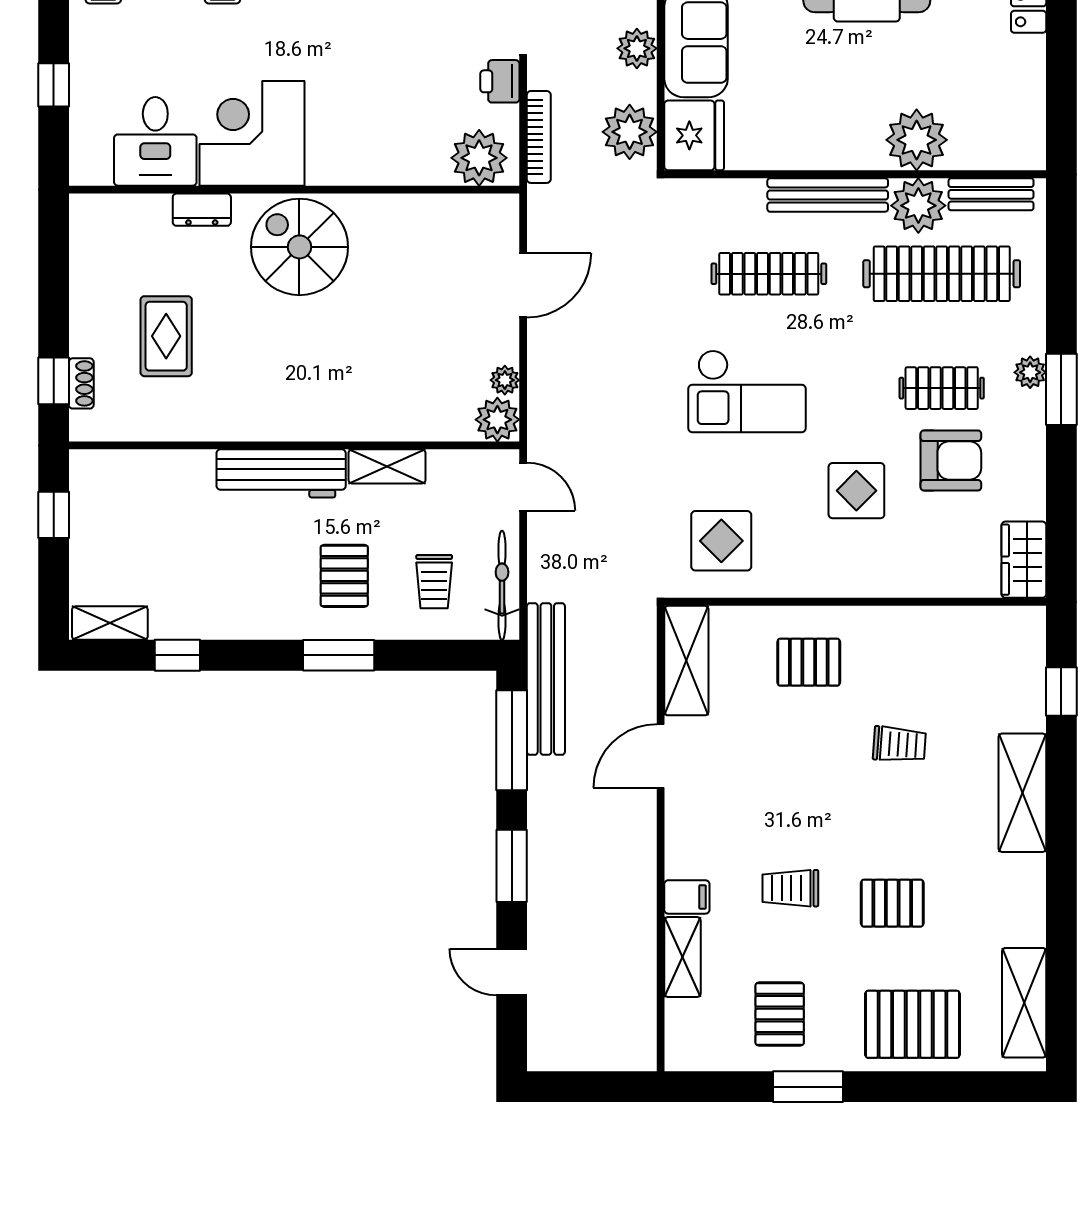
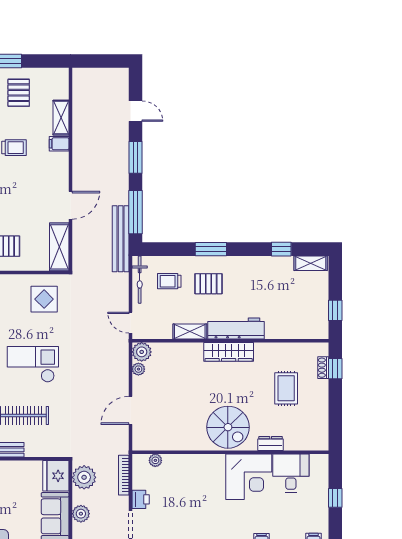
plant: (479, 158) -> (155, 460), width x0.53, depth x0.53
wardrobe: (298, 420) -> (229, 352), added
pallet: (344, 576) -> (208, 284), turned 90
trolley: (434, 582) -> (169, 281), turned -90

